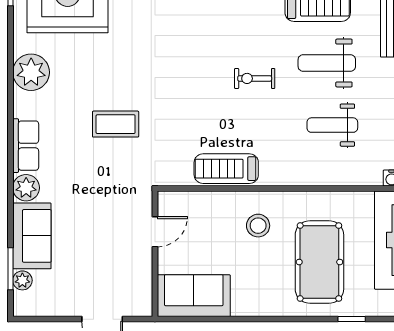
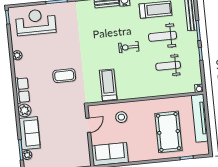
plant: (31, 72) -> (17, 55), width x0.53, depth x0.53
treadmill: (226, 169) -> (108, 85), moved, turned 90
stool: (258, 226) -> (121, 117), moved

